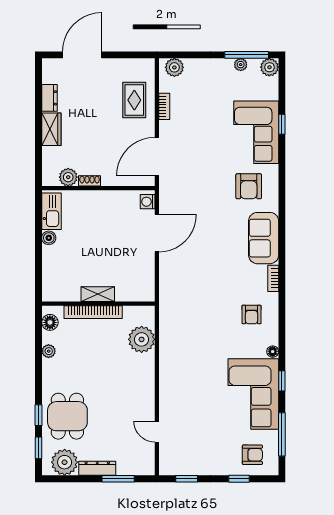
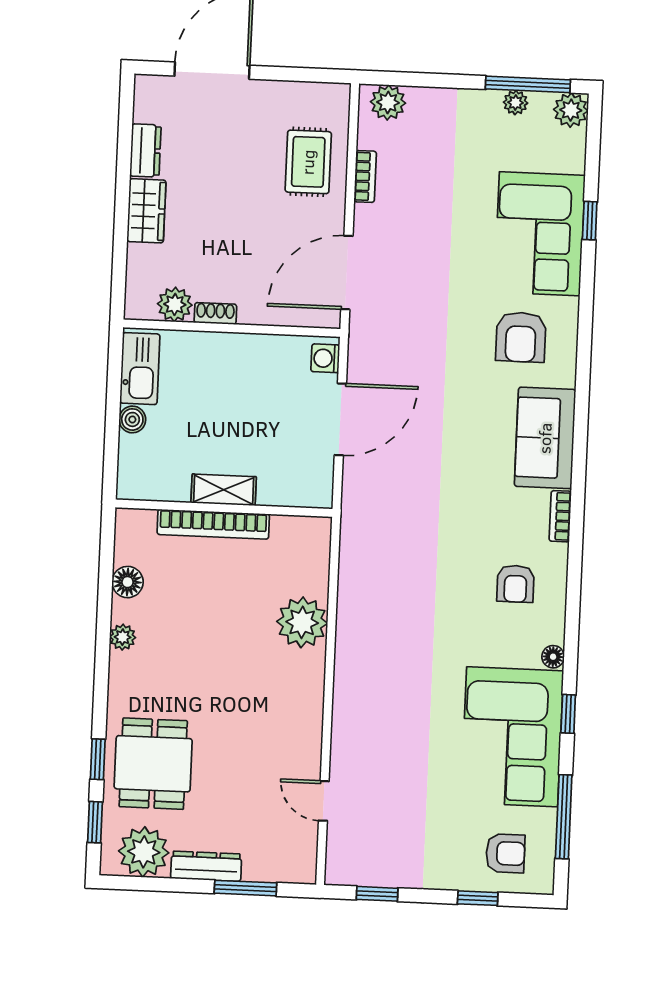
shelving: (98, 294) -> (224, 490), moved
wall: (98, 304) -> (224, 508), moved
bookcase: (93, 312) -> (213, 524), moved

